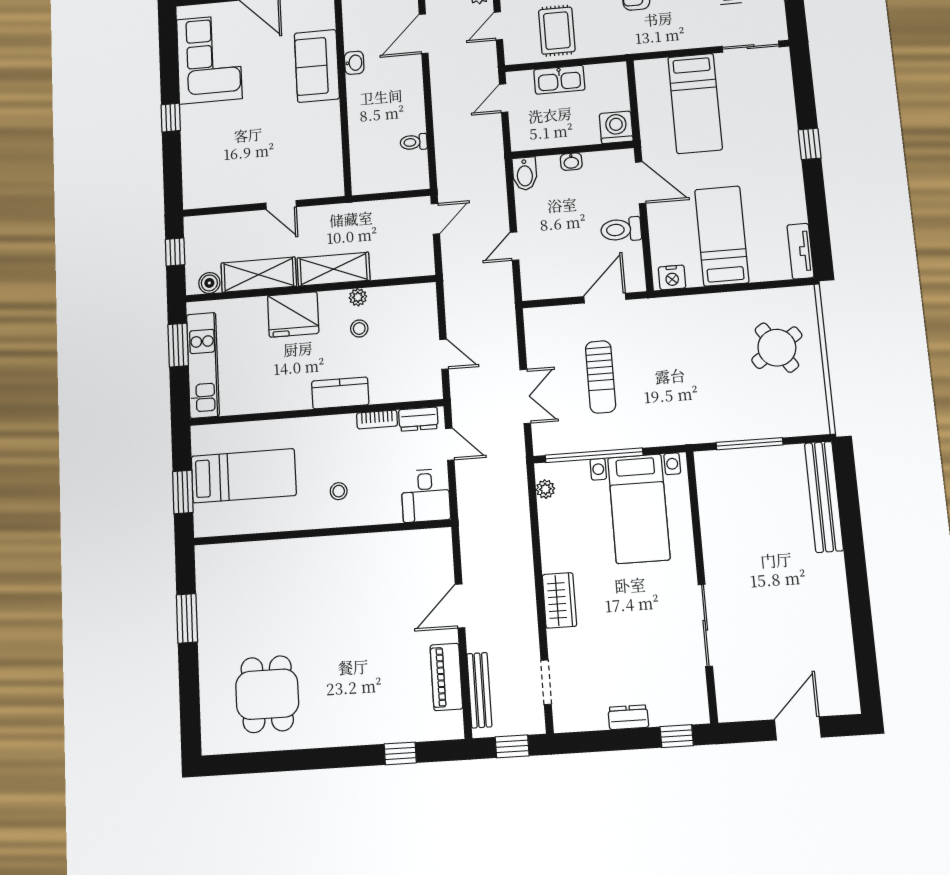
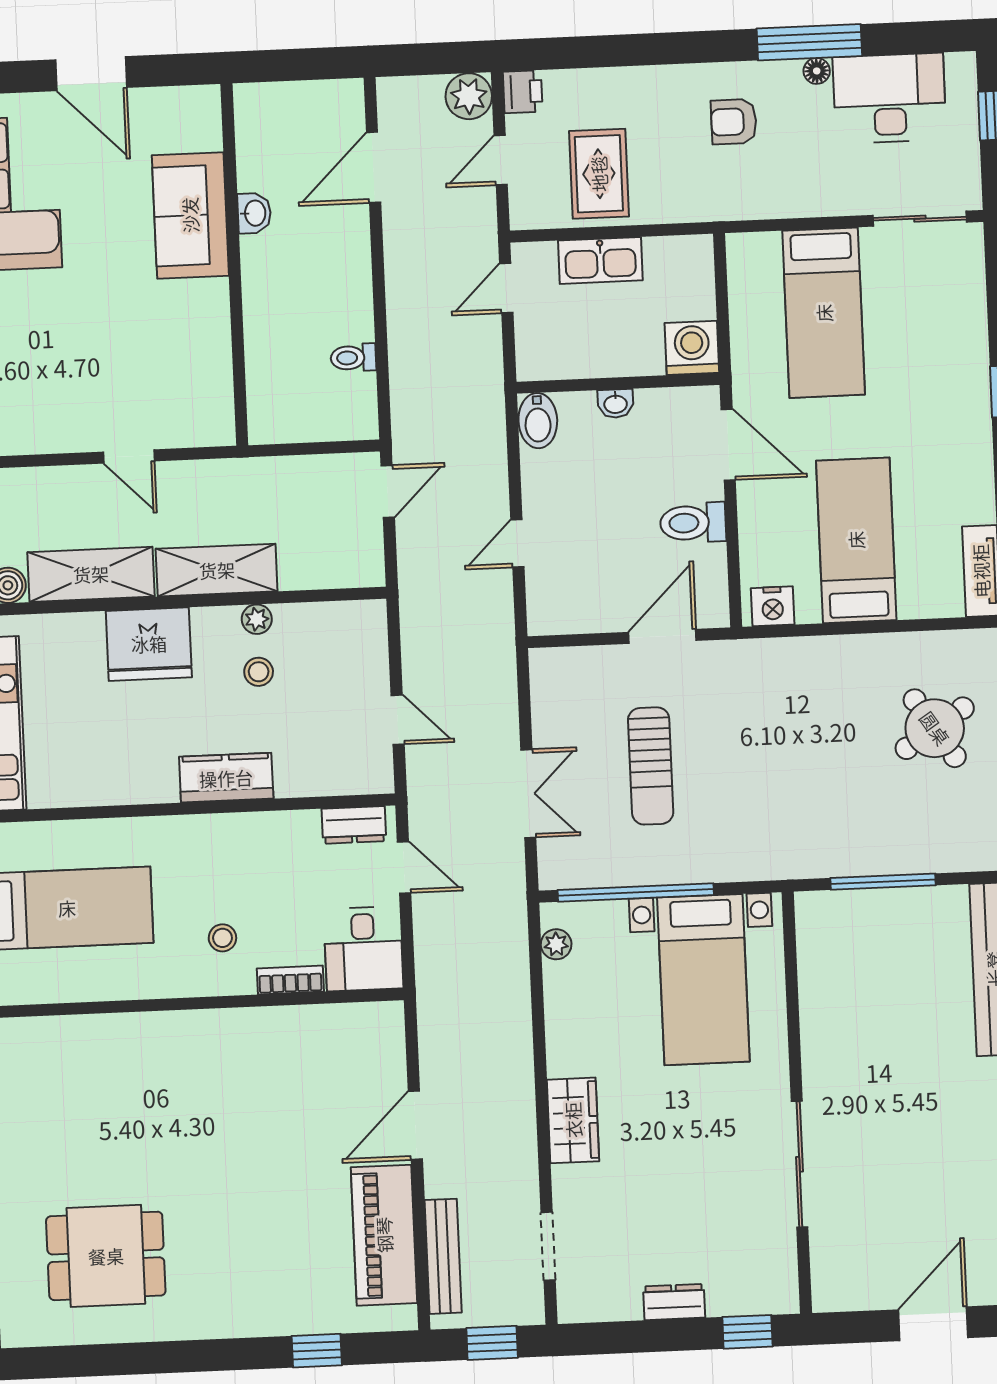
bookcase: (377, 419) -> (290, 980), moved, turned 180
piano: (446, 677) -> (384, 1235), width x1.37, depth x1.33
dining table: (267, 694) -> (106, 1256), turned 90

